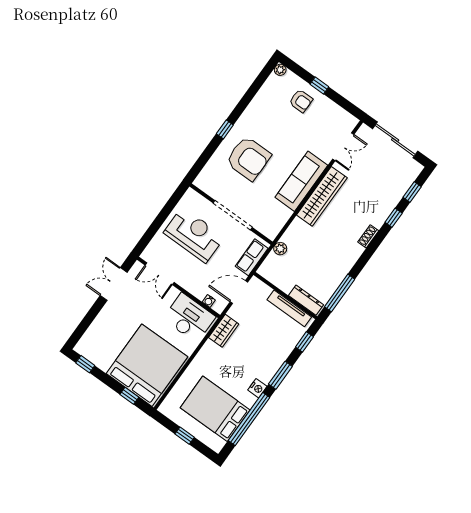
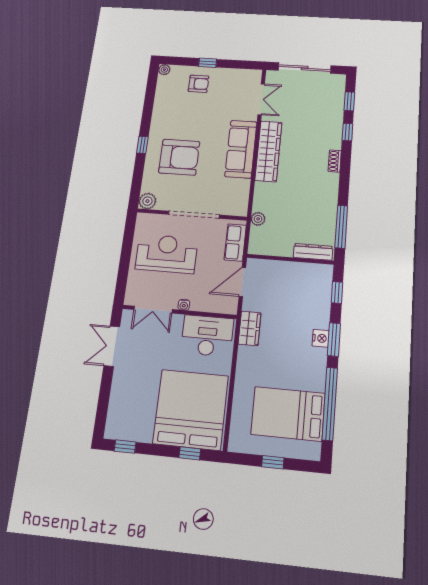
plant: (203, 182) -> (147, 201), added
water cooler: (209, 301) -> (184, 305), moved
tv unit: (289, 308) -> (302, 269), removed
nightstand: (257, 388) -> (321, 338), moved

